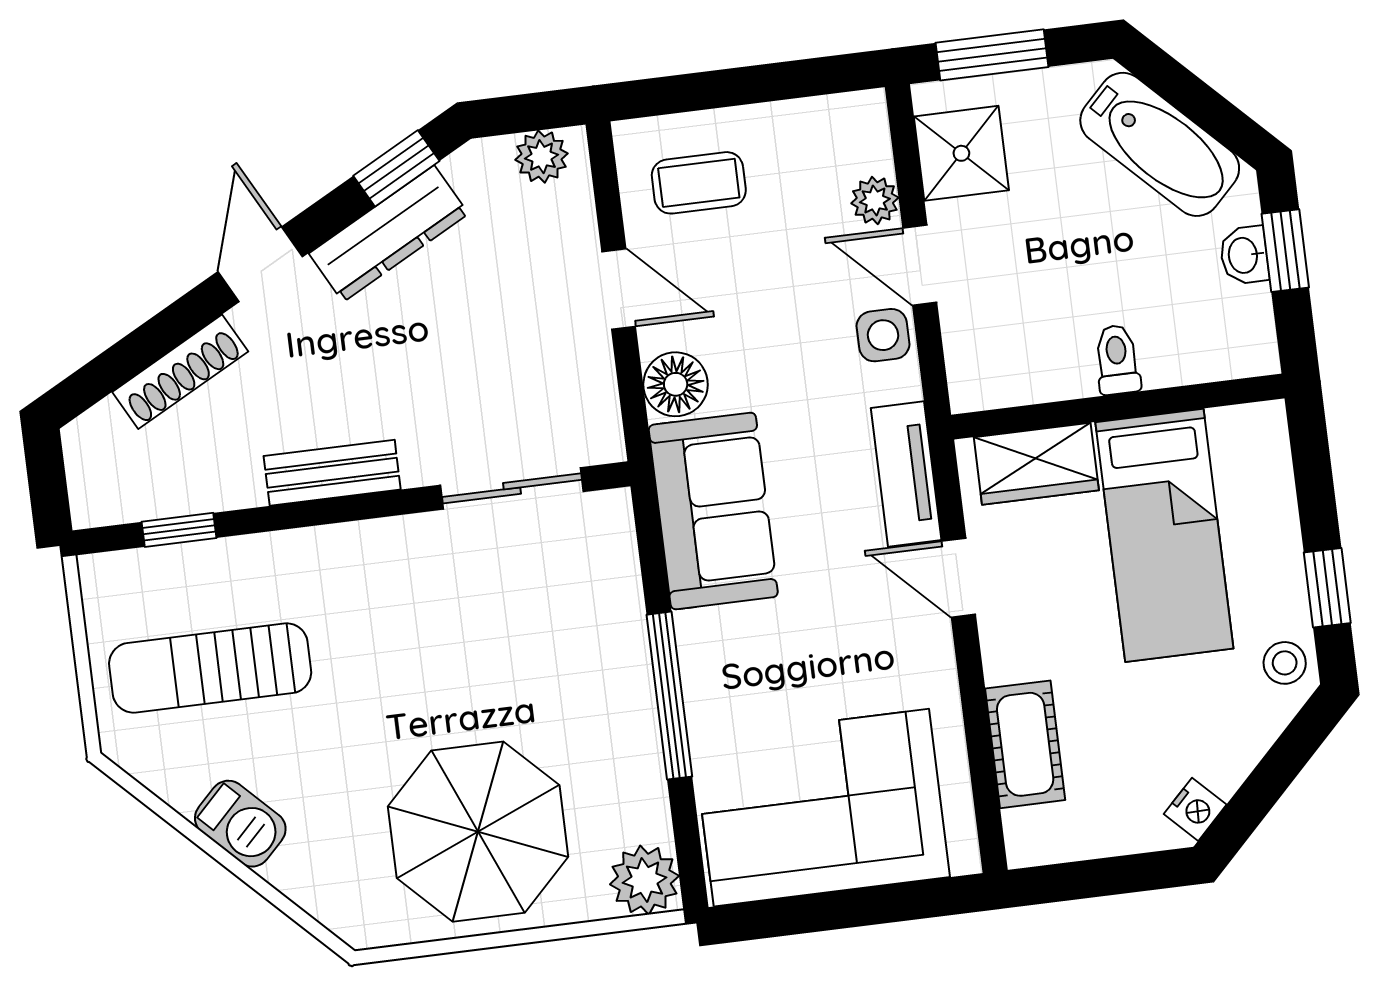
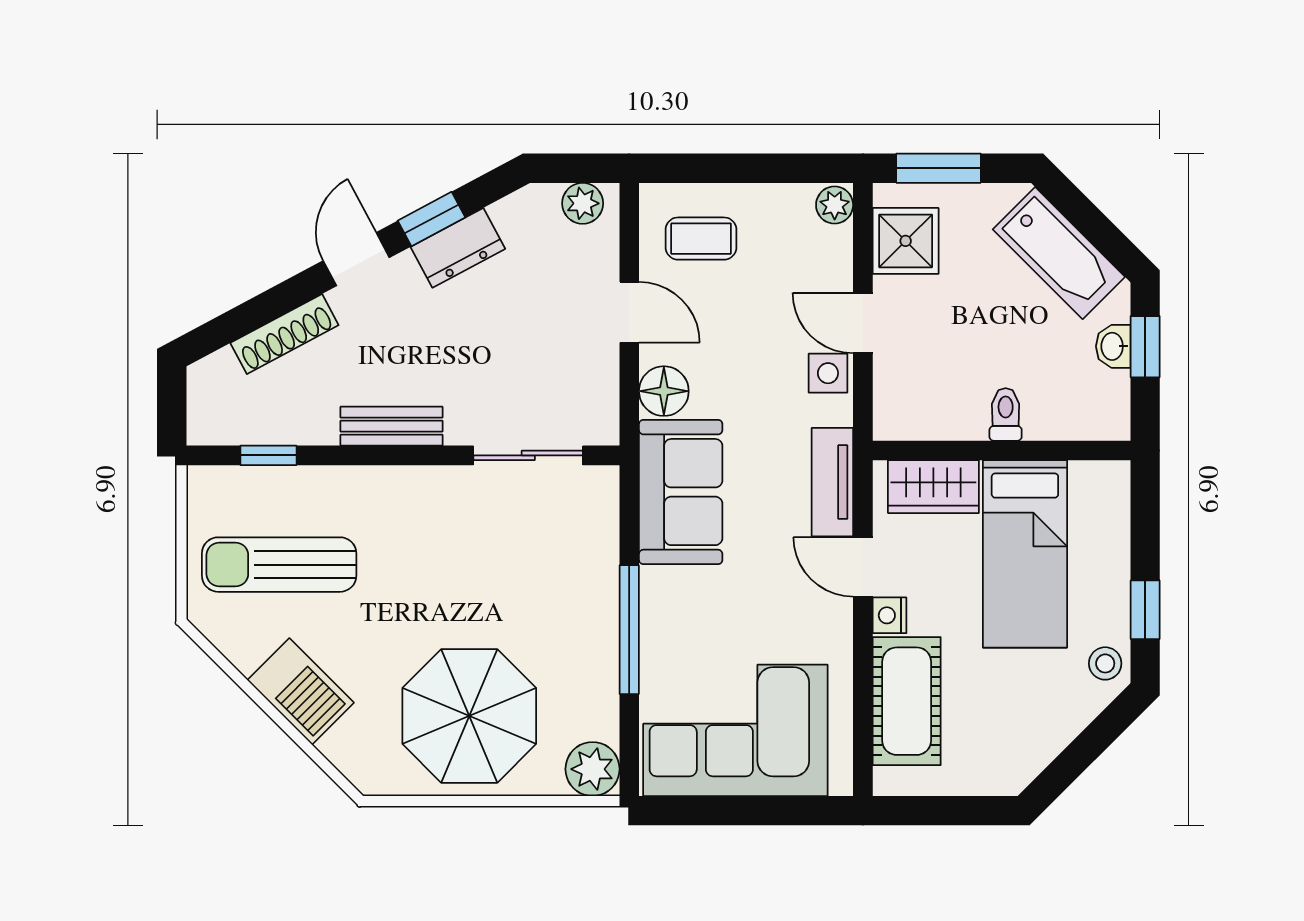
window: (396, 168) -> (431, 219), moved
plant: (875, 200) -> (835, 205), moved
dresser: (389, 234) -> (458, 248), width x0.70
cot: (1025, 744) -> (907, 701), width x1.37, depth x1.34
nightstand: (1195, 809) -> (889, 615), moved, turned 135
barbecue: (240, 824) -> (301, 691), width x1.38, depth x1.27

